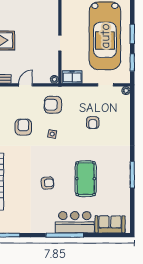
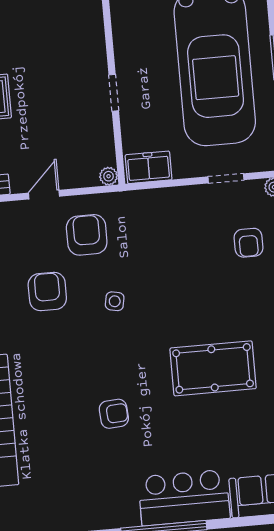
armchair: (53, 105) -> (87, 235), moved, turned 90
armchair: (93, 123) -> (248, 243), moved
pool table: (86, 179) -> (213, 368), moved, turned 90

